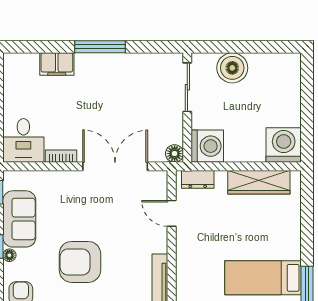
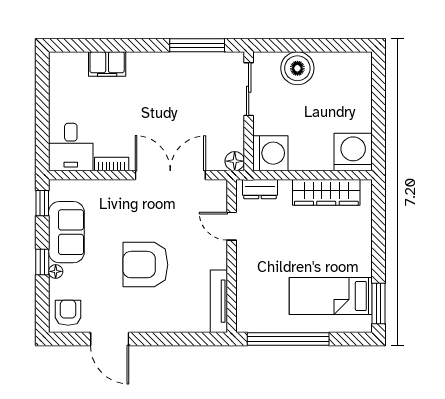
window: (100, 47) -> (197, 45), moved
armchair: (80, 262) -> (145, 265), moved

